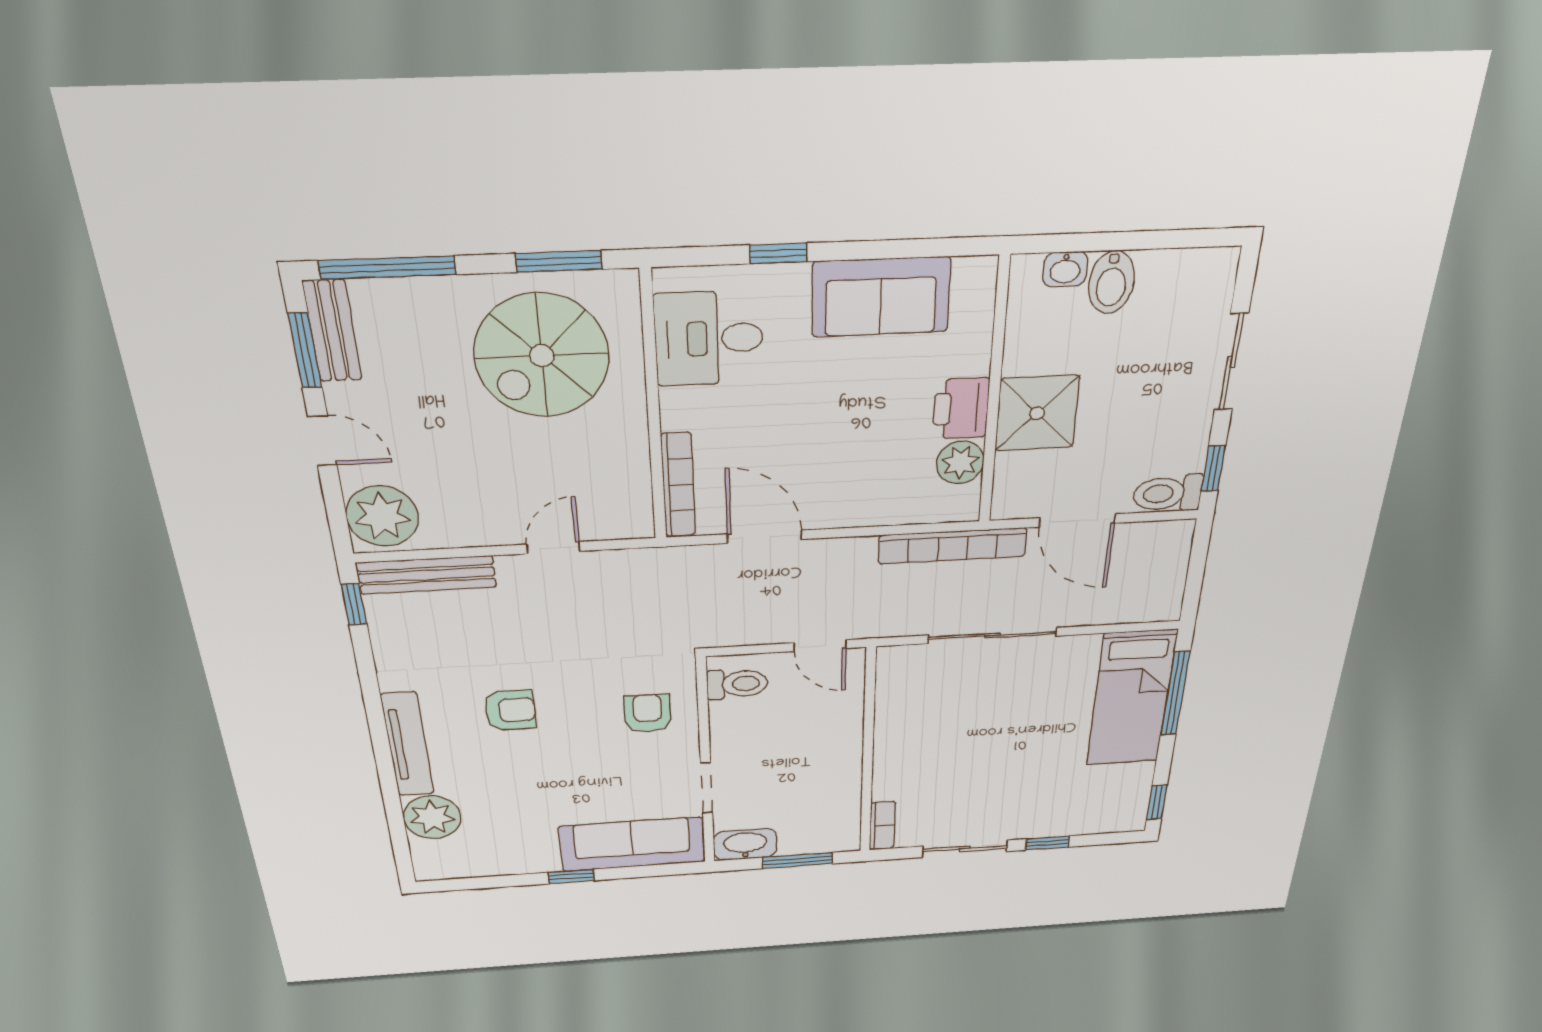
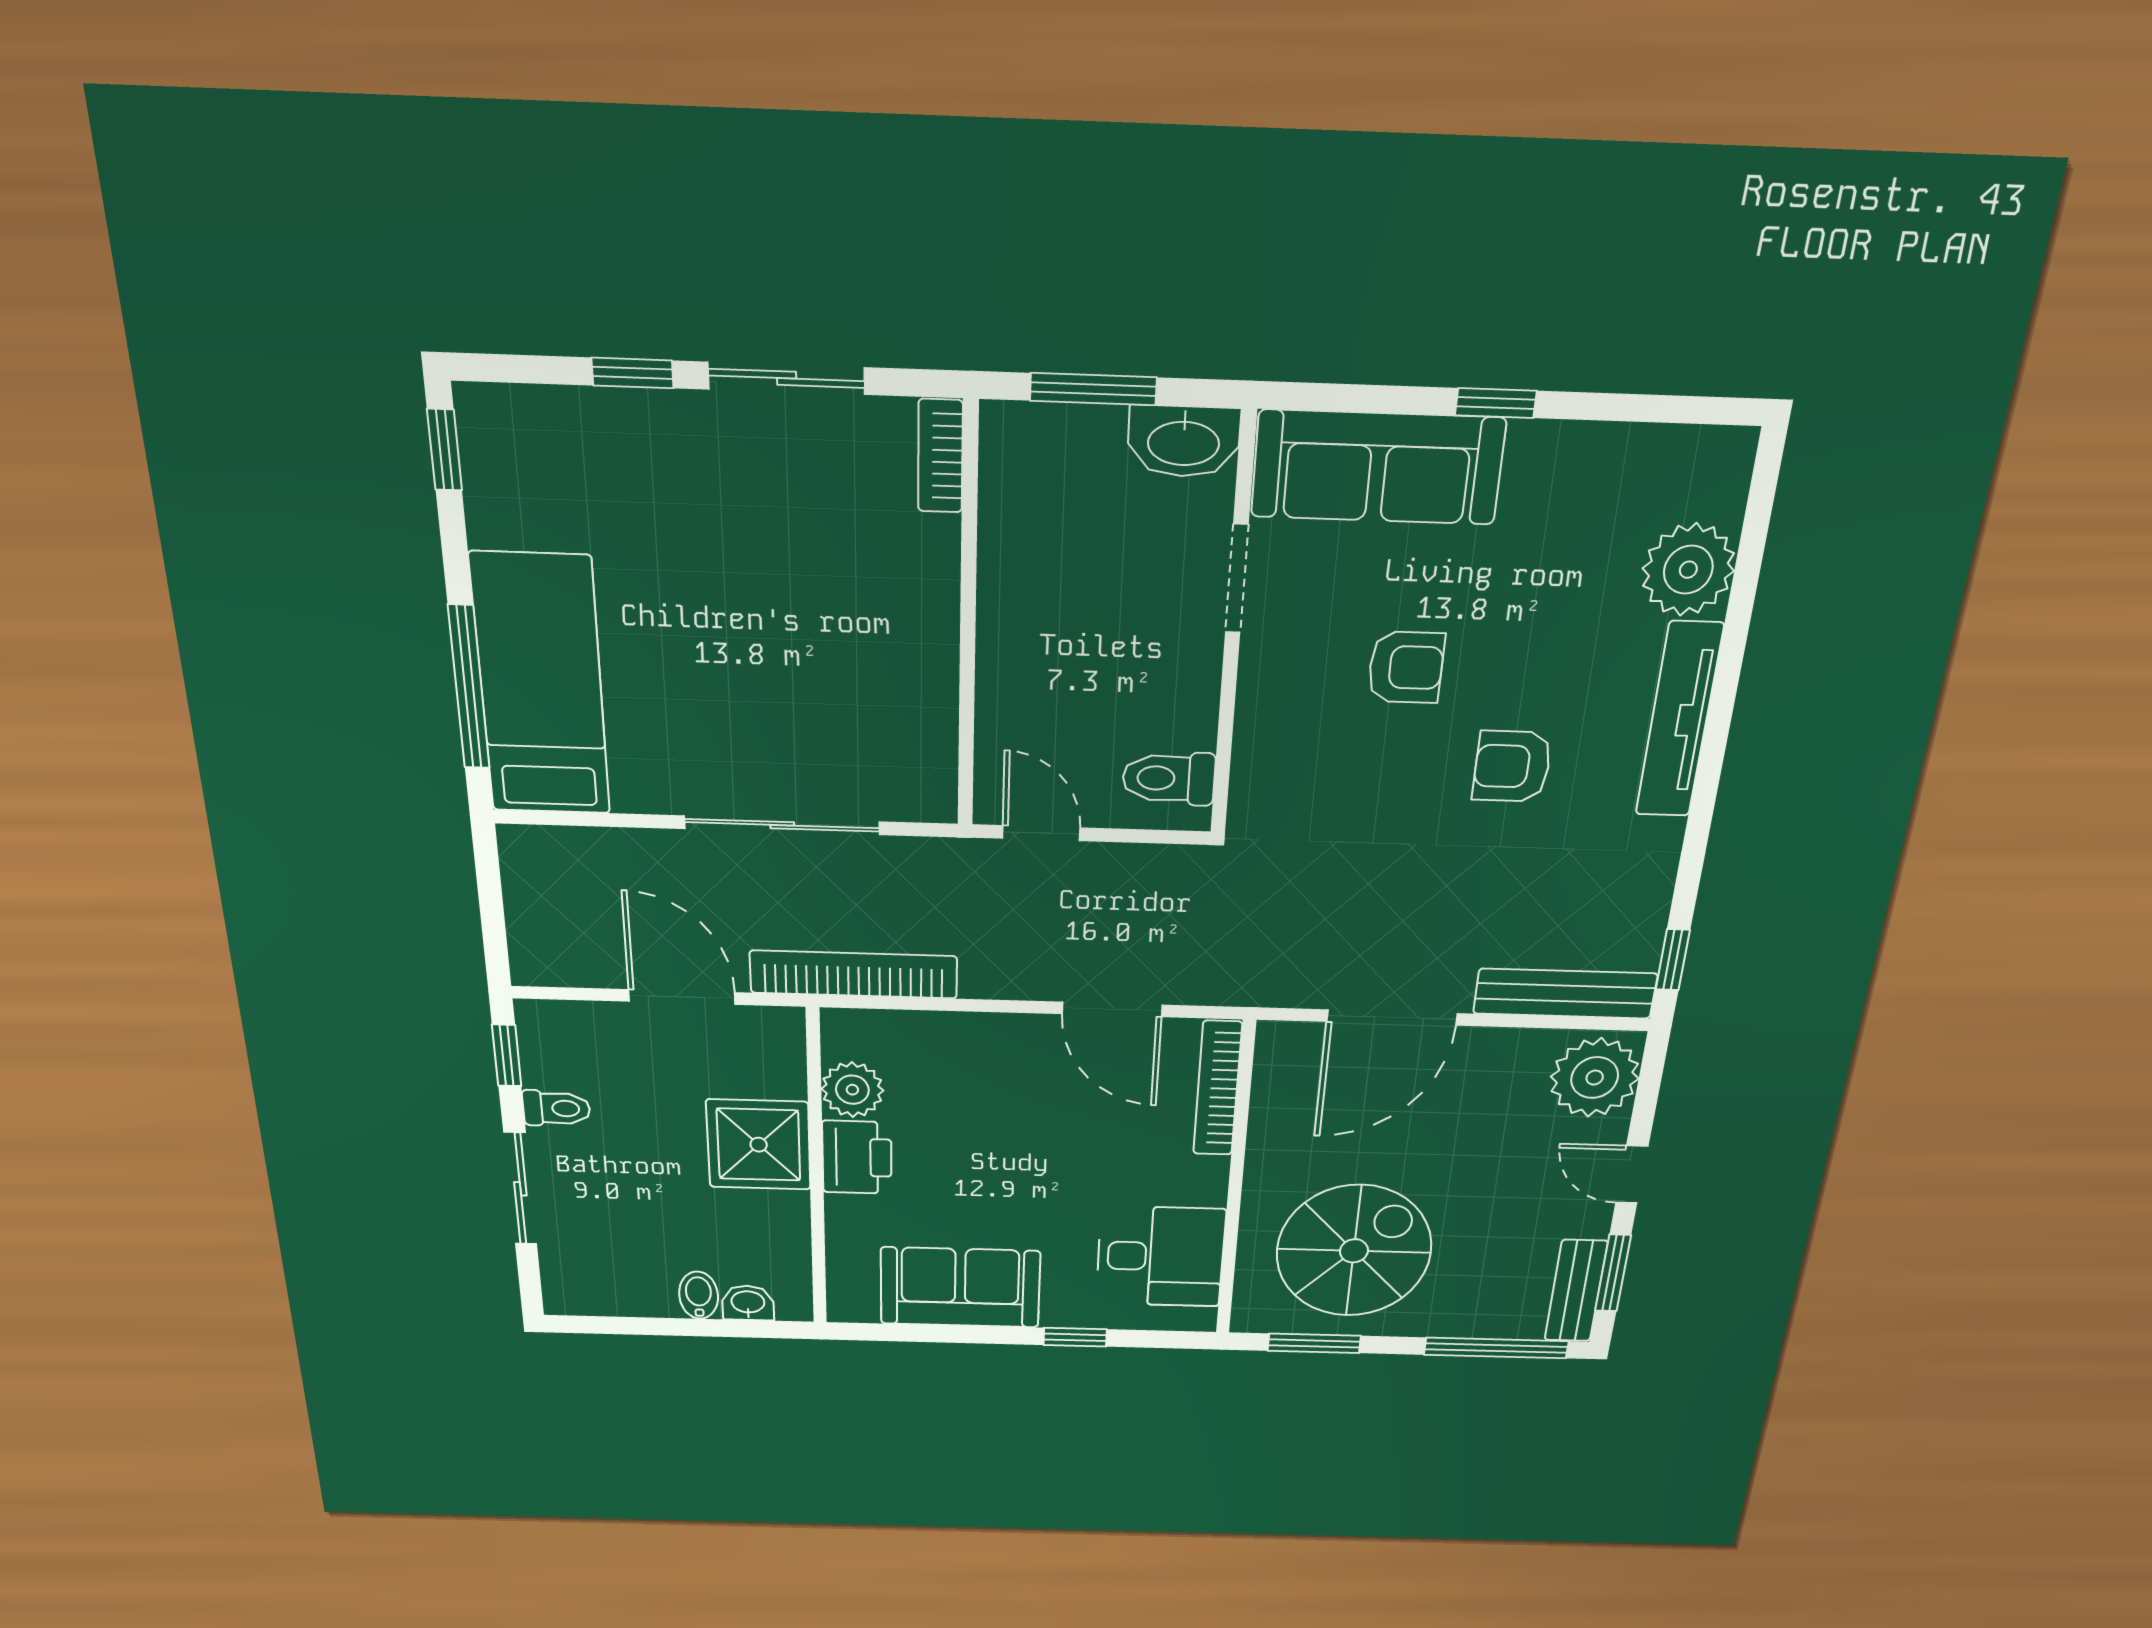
bidet: (1112, 282) -> (699, 1295), width x0.72, depth x0.74
toilet: (1168, 493) -> (556, 1108), moved, width x0.73, depth x0.72
door: (553, 548) -> (1392, 1017), width x1.88
armchair: (648, 713) -> (1406, 667), moved, turned -90

